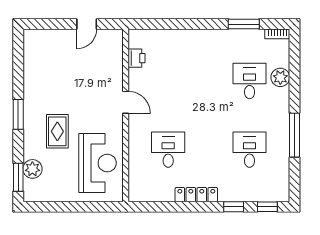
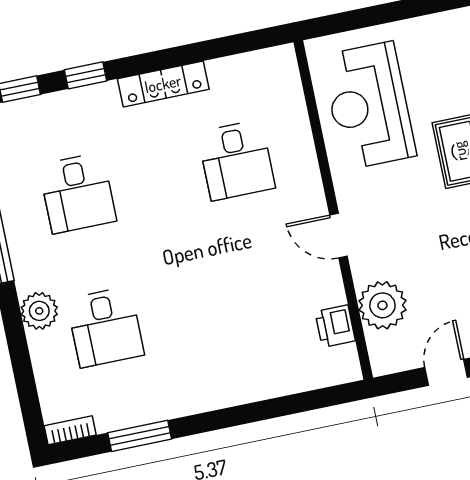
plant: (111, 63) -> (382, 305), added
plant: (280, 77) -> (39, 311), moved

